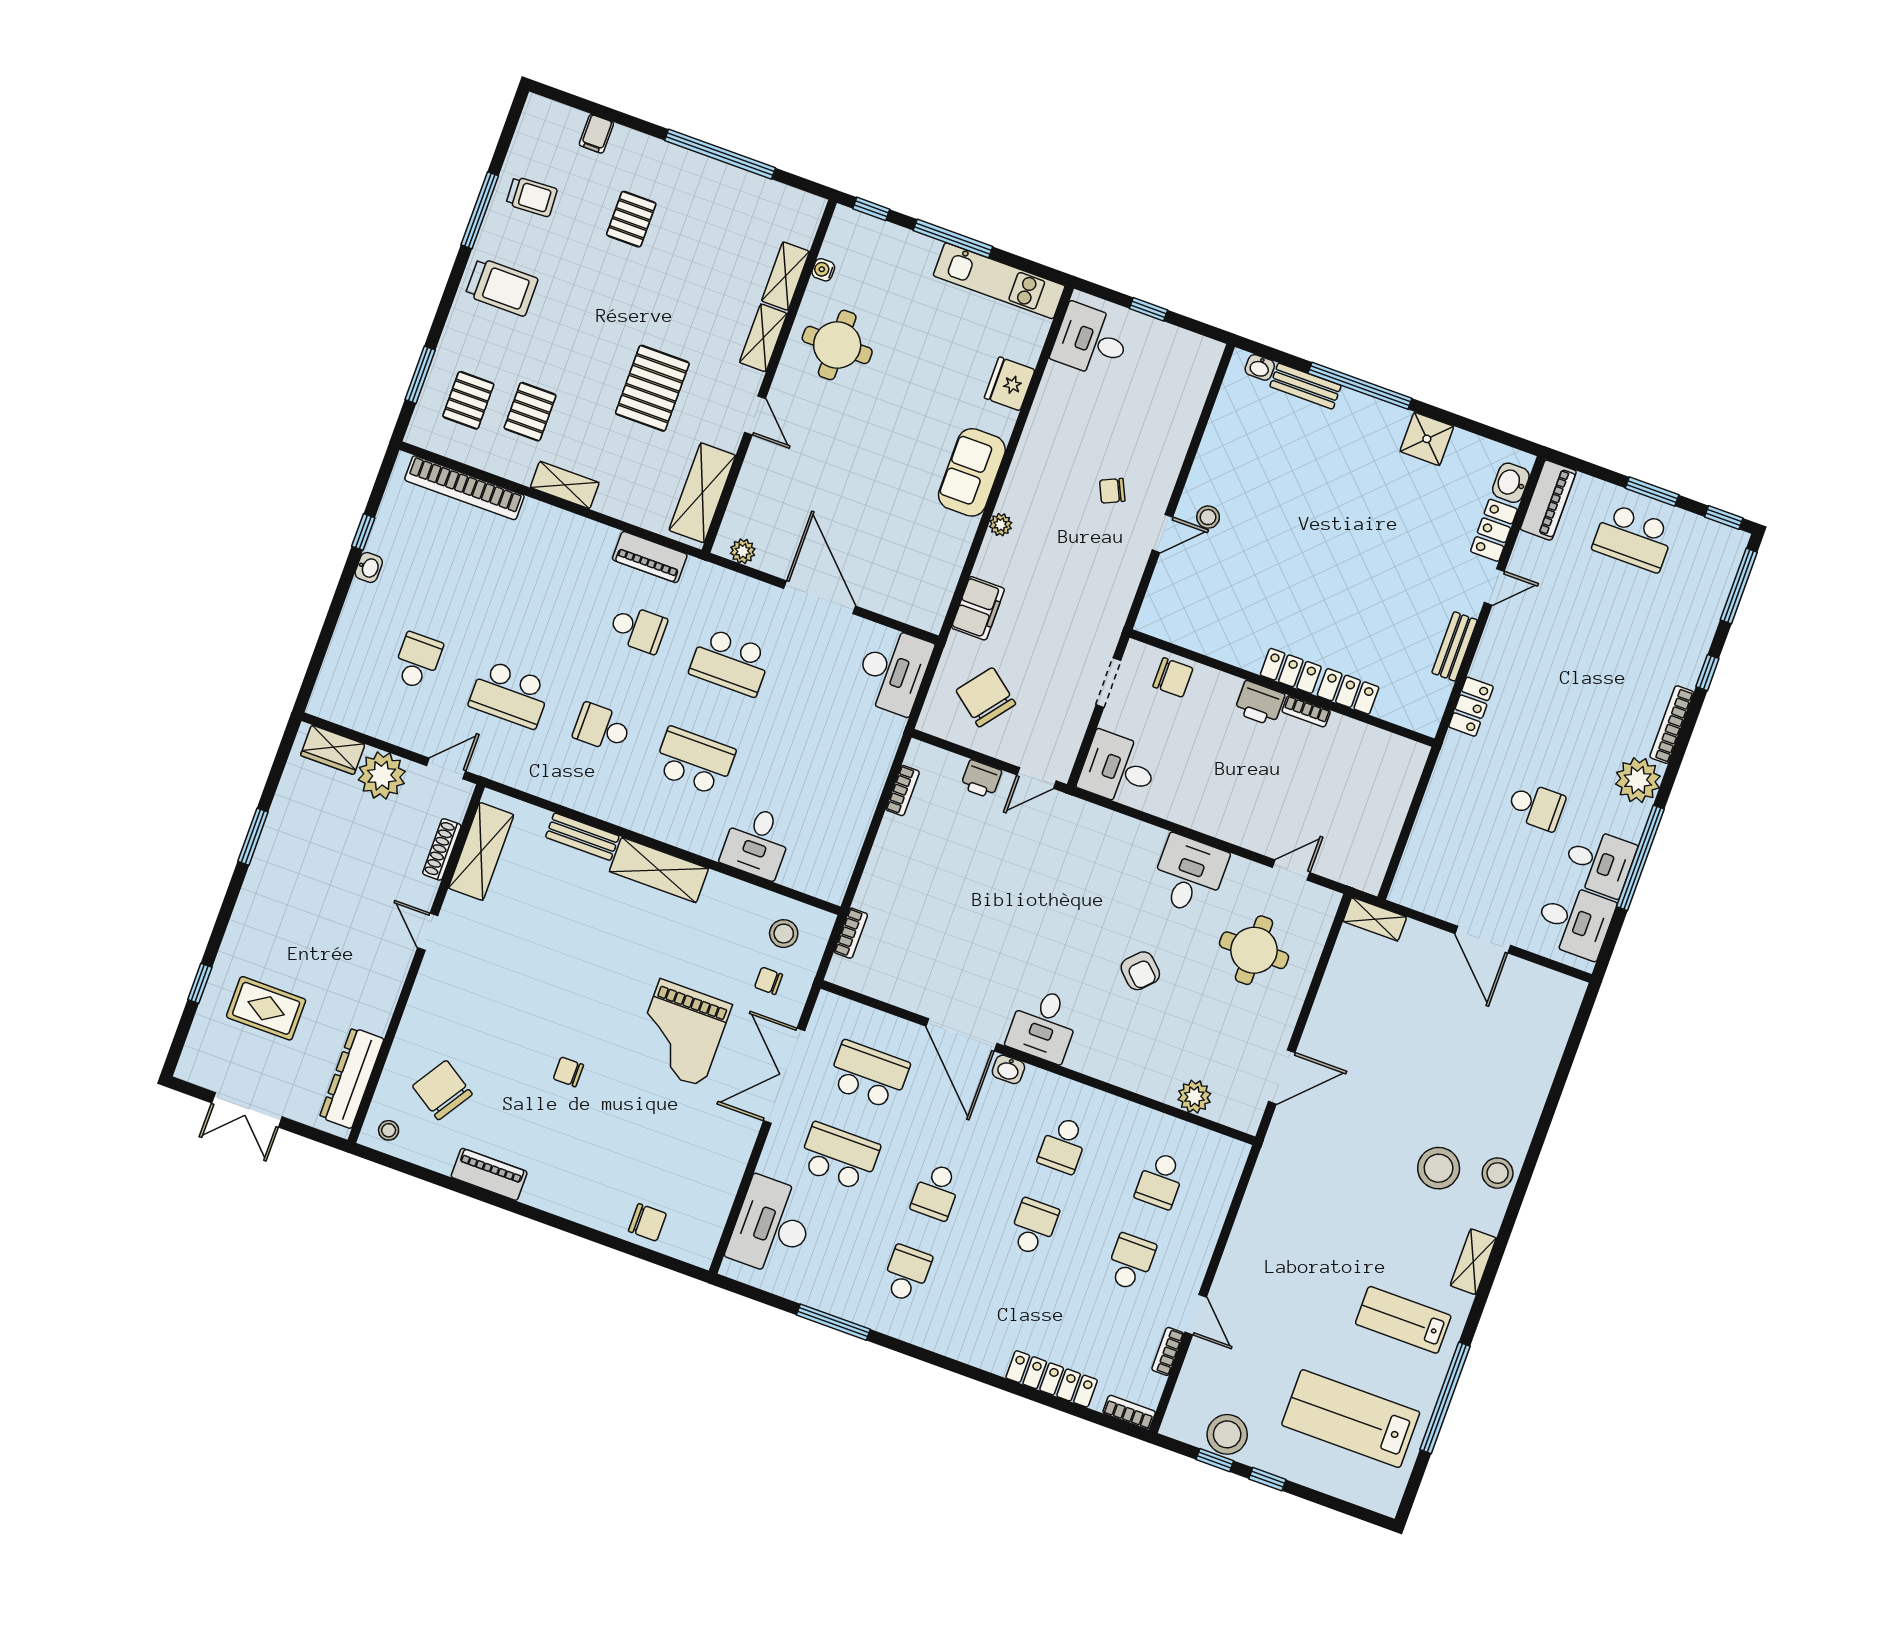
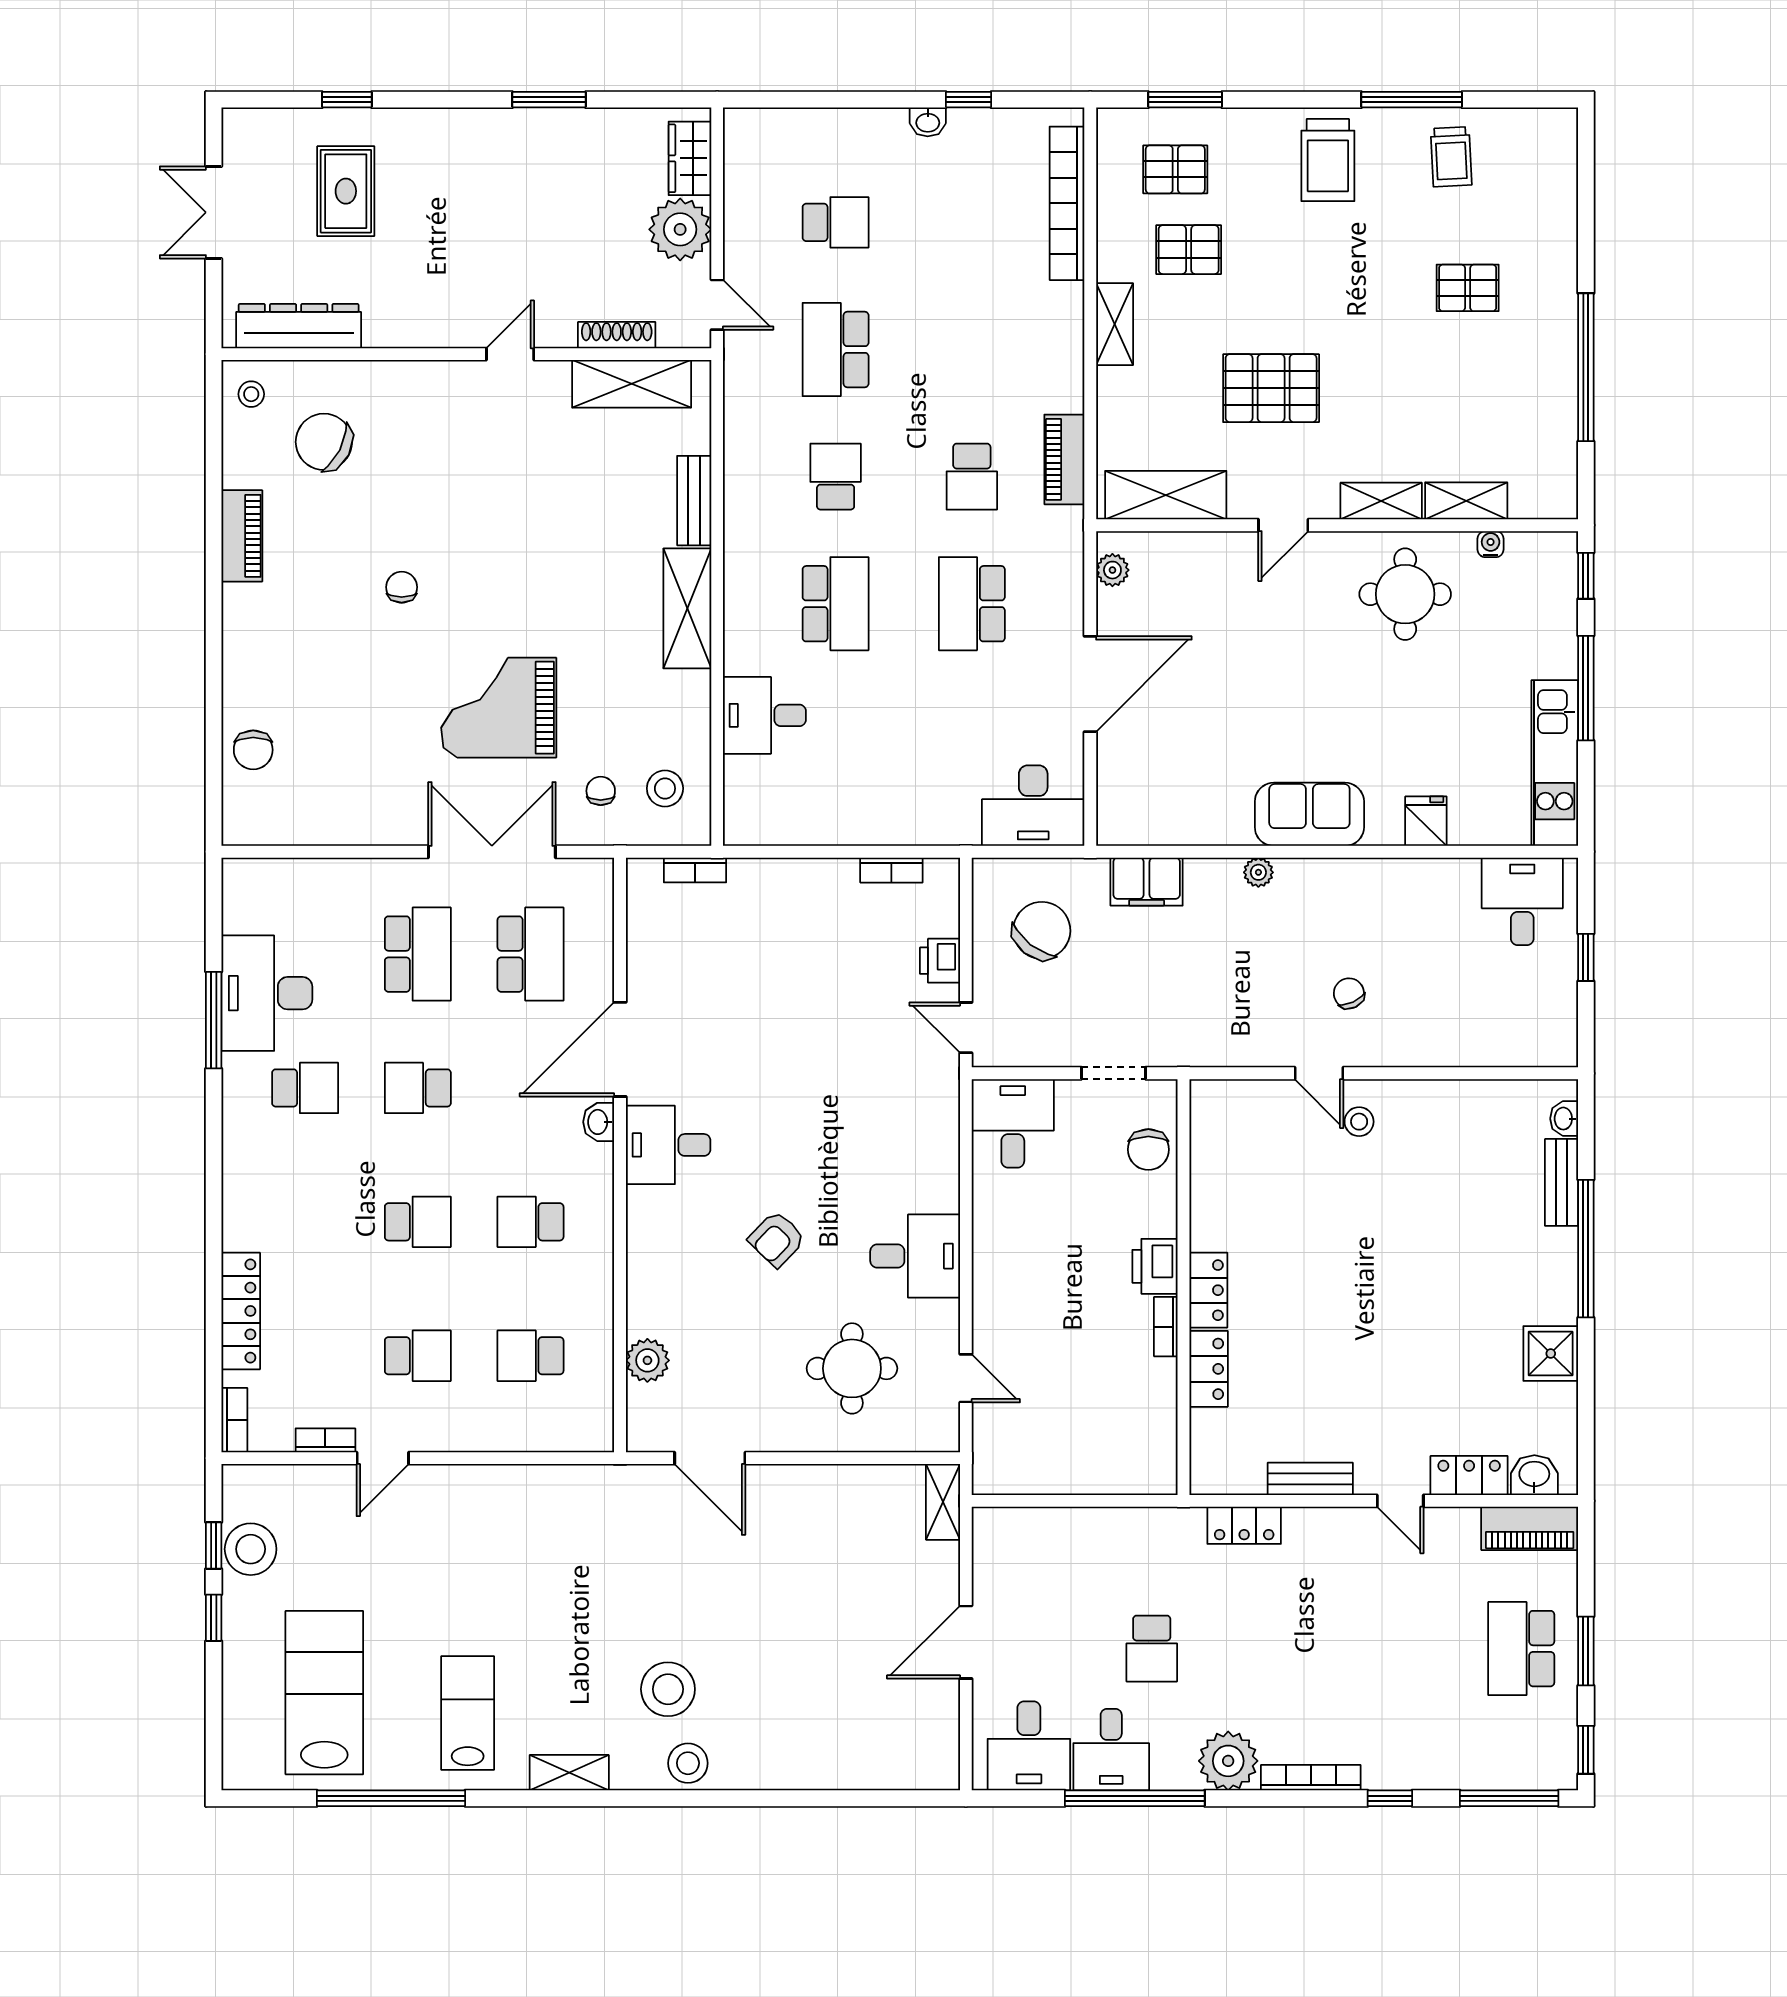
filing cabinet: (596, 134) -> (1556, 208), removed
fridge: (1010, 384) -> (1426, 821), width x0.72
chair: (442, 1090) -> (324, 442), turned -96
desk: (772, 1226) -> (267, 993), moved, turned -90

